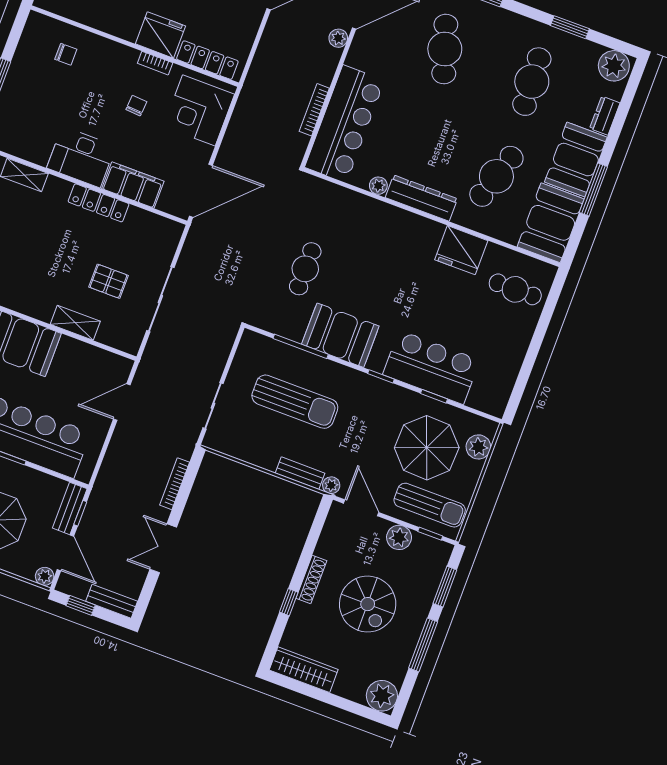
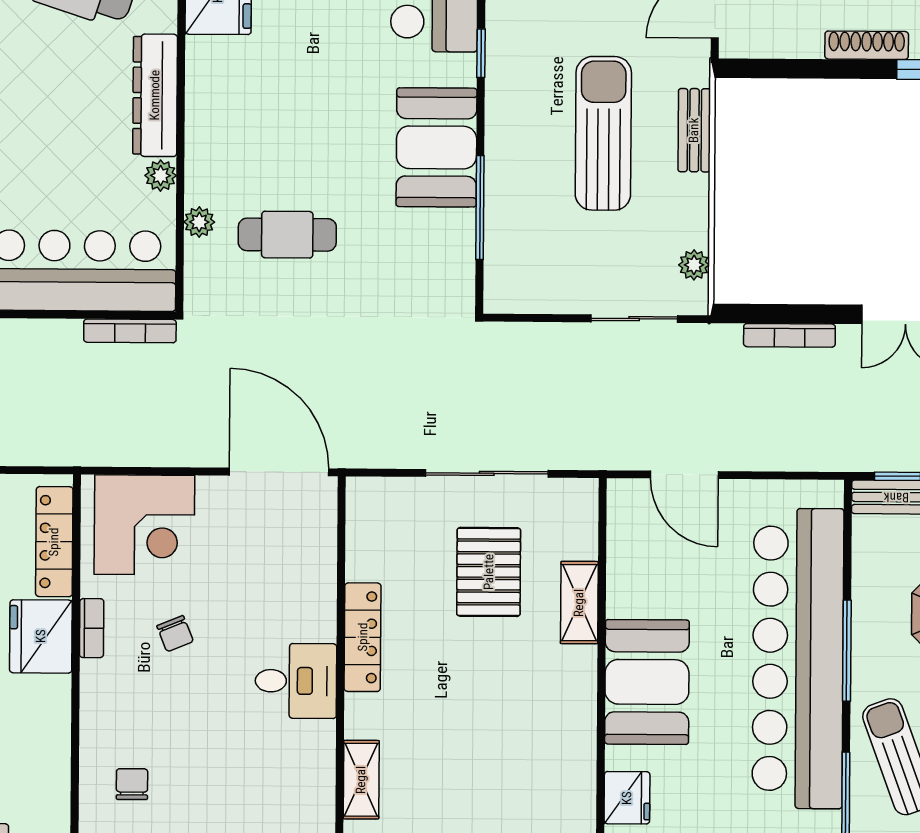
chair: (136, 106) -> (175, 634), turned -116
bookcase: (314, 110) -> (130, 331), moved
desk: (81, 157) -> (296, 681), width x0.73
filing cabinet: (133, 185) -> (311, 590), removed
plant: (347, 197) -> (199, 222), added
cafe table: (305, 269) -> (287, 235), moved
pallet: (109, 281) -> (489, 572), width x1.50, depth x1.42
sun lounger: (295, 402) -> (603, 133), moved
plant: (331, 485) -> (694, 265), moved

